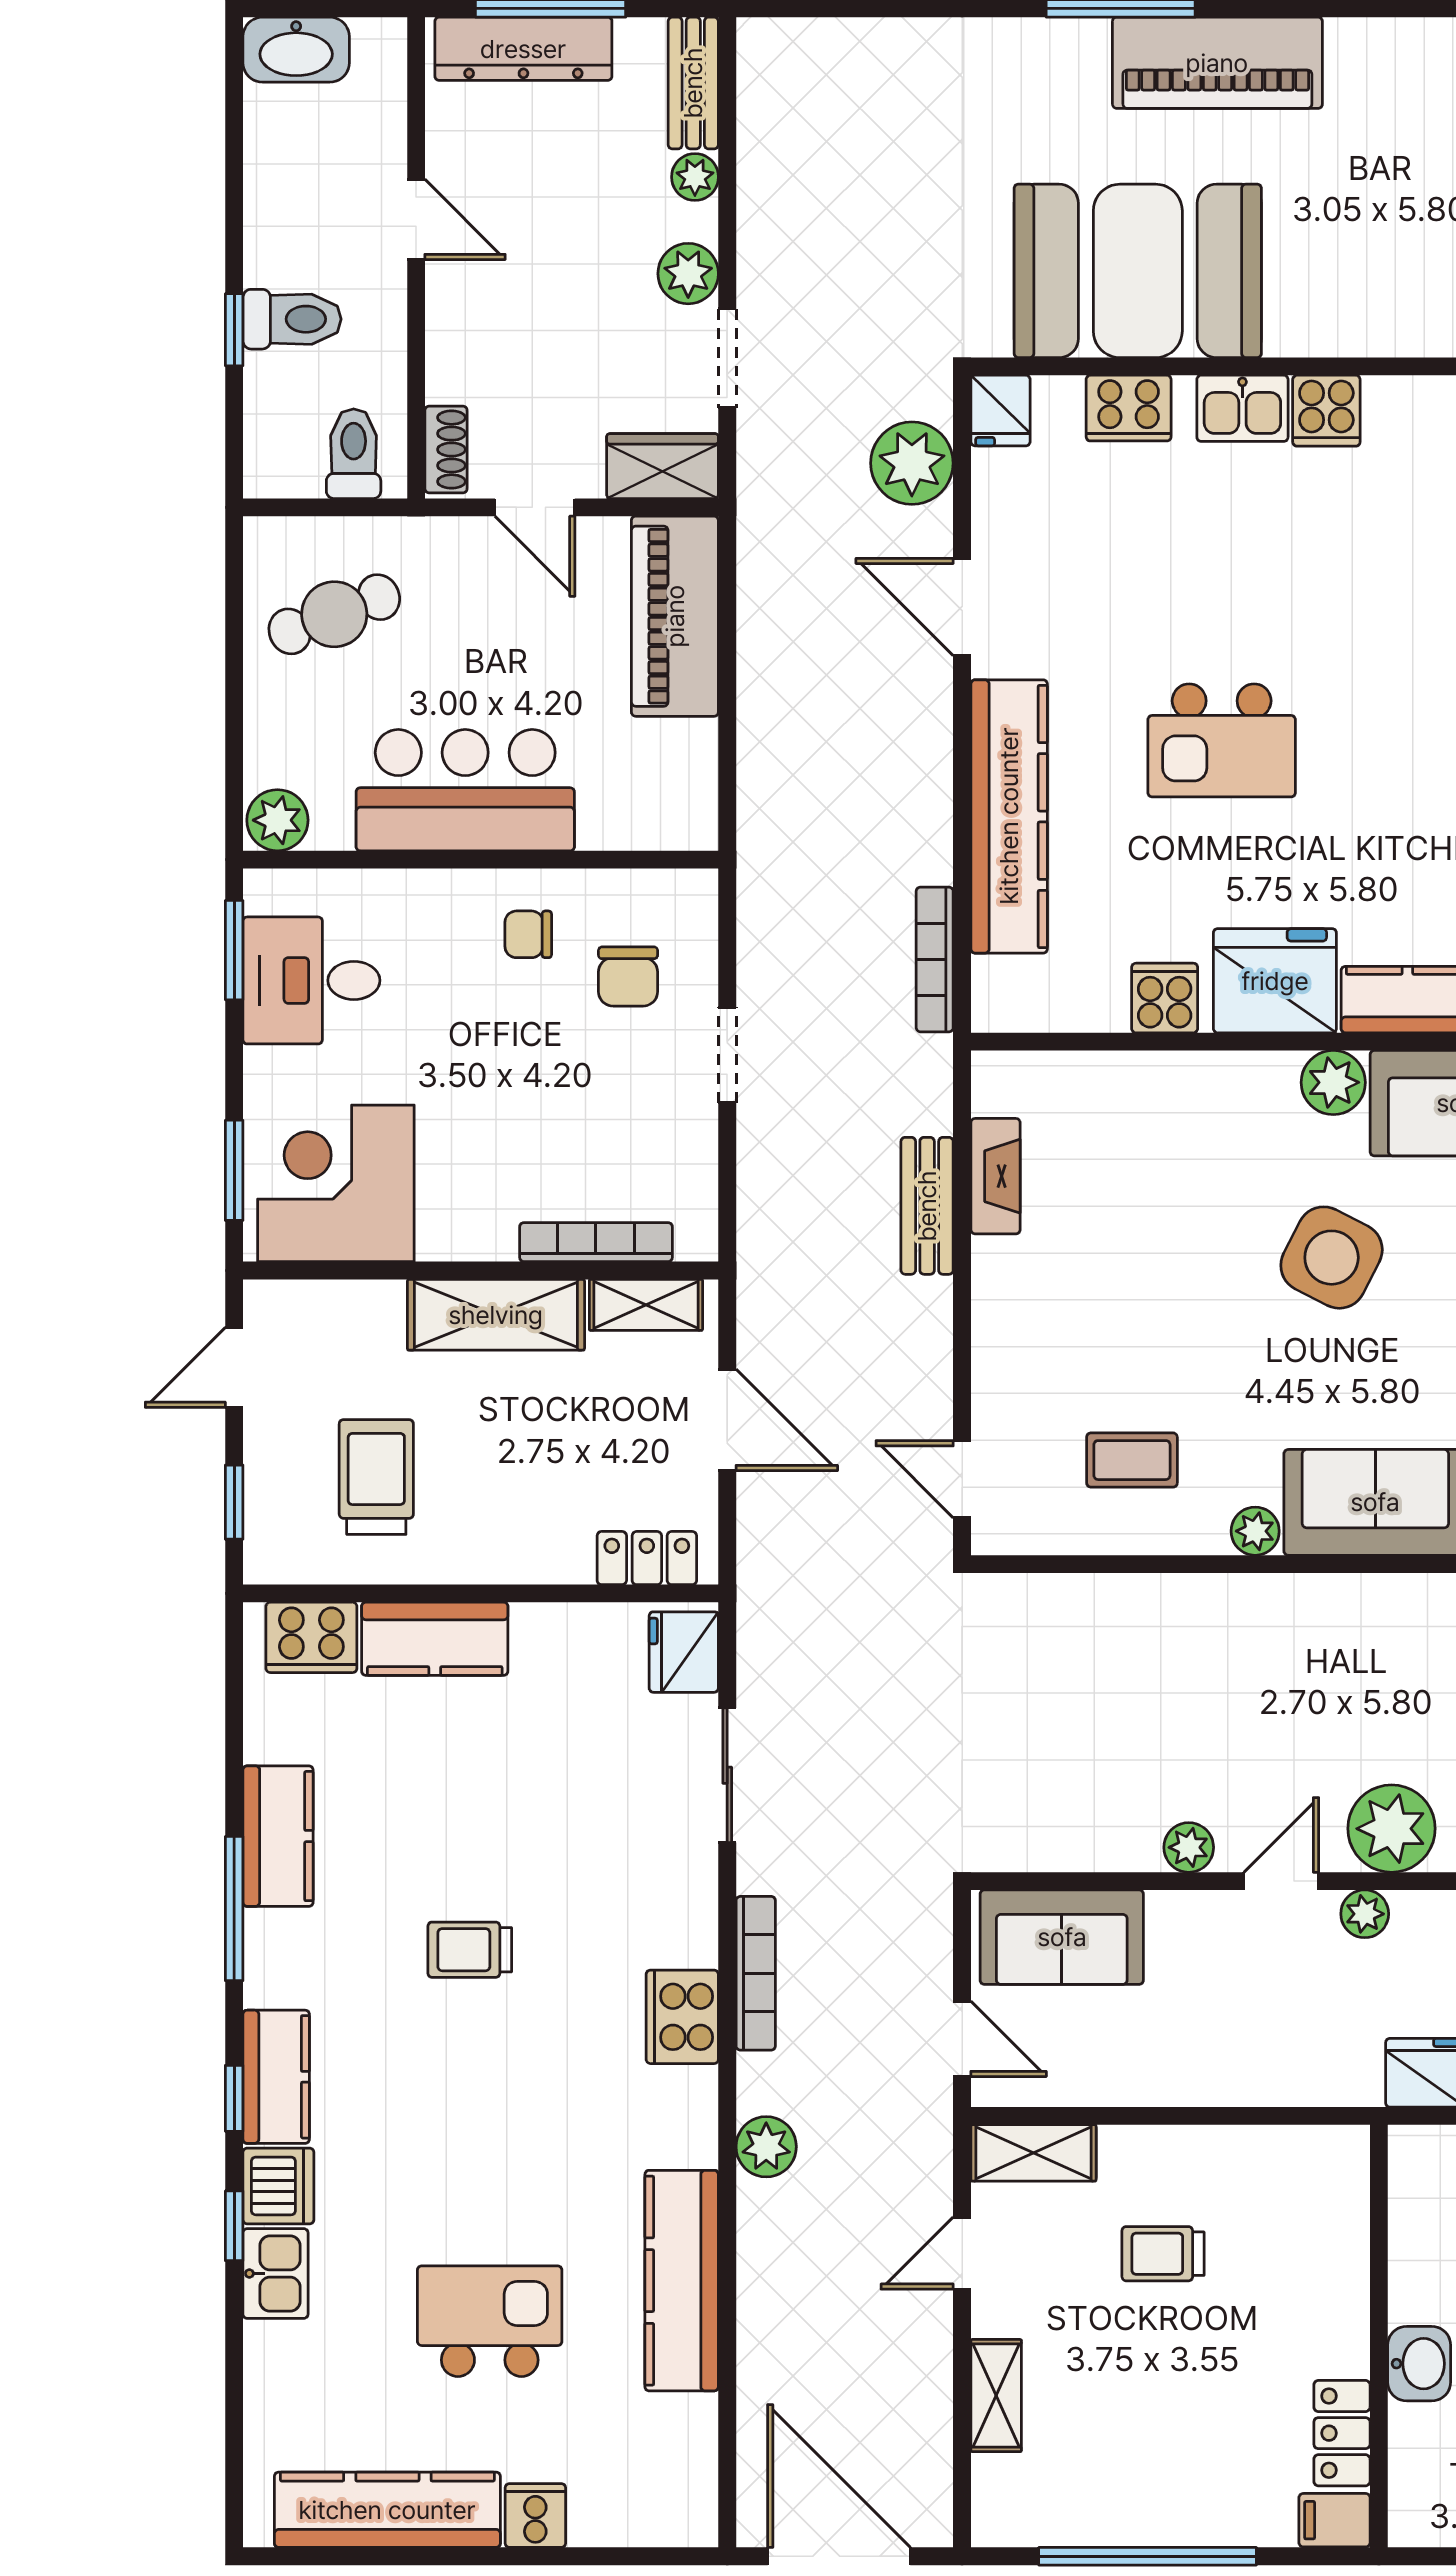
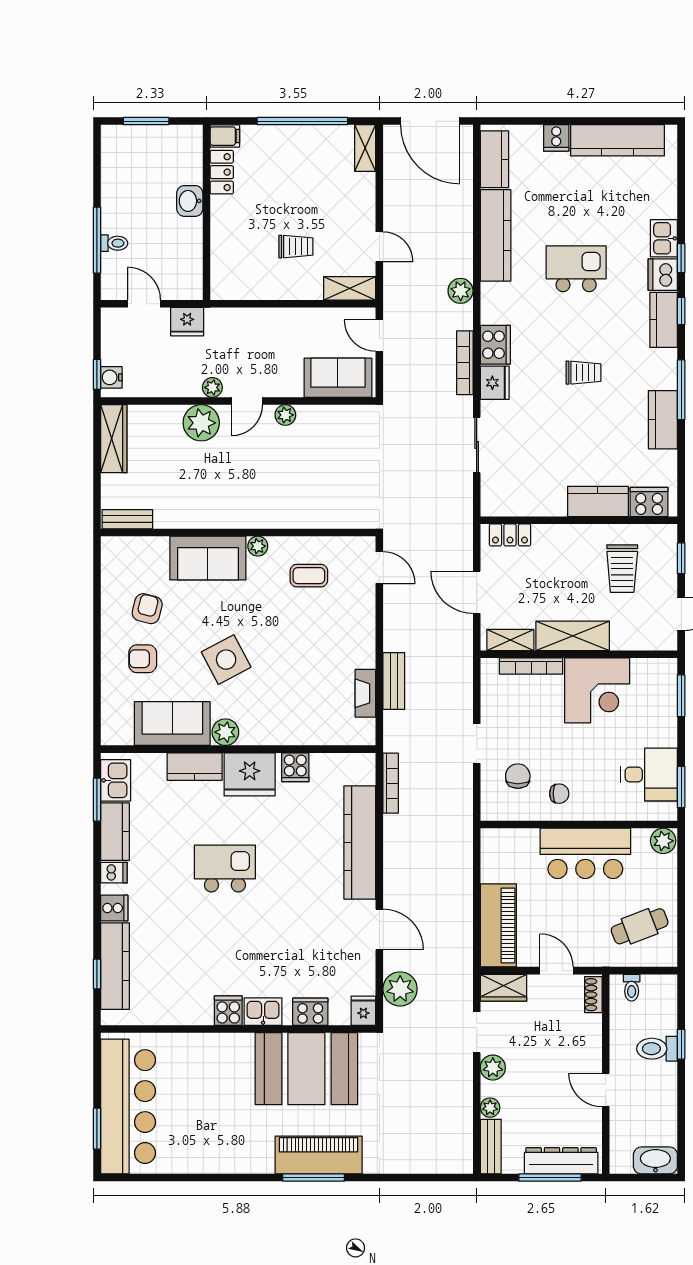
piano: (1217, 63) -> (319, 1155), moved
toilet: (354, 454) -> (632, 988), width x0.73, depth x0.72
kitchen island: (1222, 740) -> (225, 869), moved
corner desk: (336, 1183) -> (597, 690), moved
side table: (1332, 1258) -> (226, 660), turned 35
fridge: (684, 1652) -> (495, 383), moved
door: (962, 2253) -> (379, 247), hinge flipped
kitchen island: (490, 2321) -> (576, 269), moved, turned 180
shelving: (996, 2396) -> (365, 148), moved
kitchen counter: (684, 2464) -> (495, 159), added

